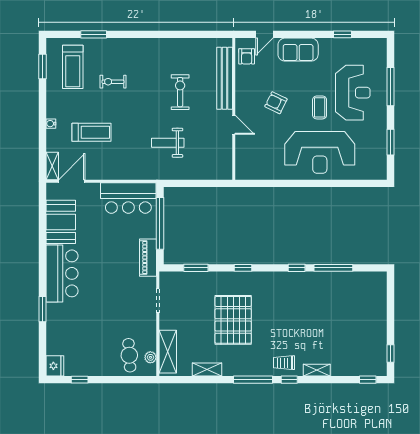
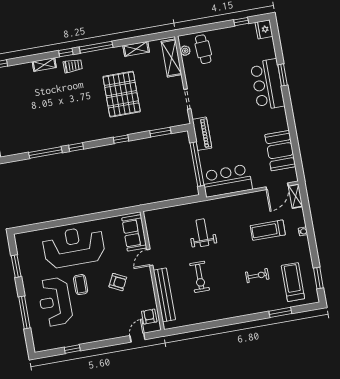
sofa: (298, 50) -> (134, 233), moved, turned -90
door: (234, 125) -> (150, 257), hinge flipped
weight bench: (168, 143) -> (202, 233), turned -90
bar counter: (62, 273) -> (267, 84), moved

